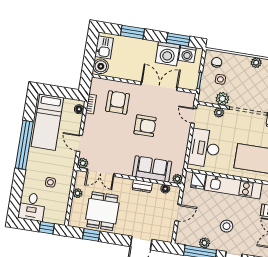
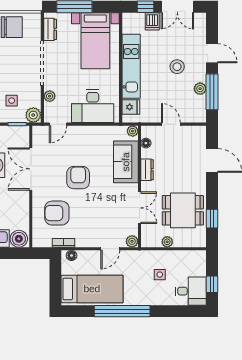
plant: (222, 99) -> (33, 115), moved
double door: (101, 173) -> (139, 208), moved
window: (47, 228) -> (212, 284), moved

